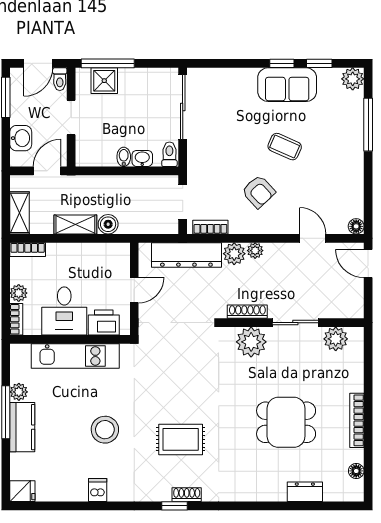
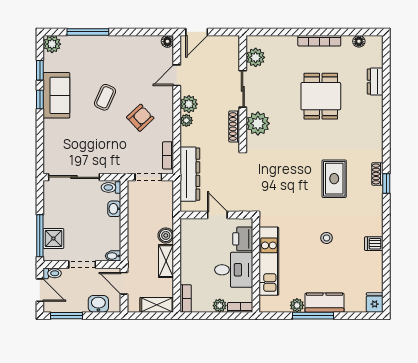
bidet: (124, 157) -> (113, 256), moved
plant: (234, 254) -> (189, 104), moved
stool: (105, 430) -> (327, 238), width x0.53, depth x0.53

